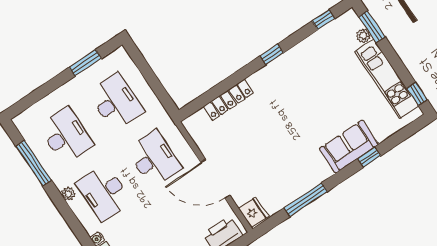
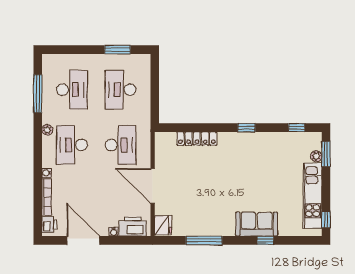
desk: (116, 102) -> (121, 90), turned 180

